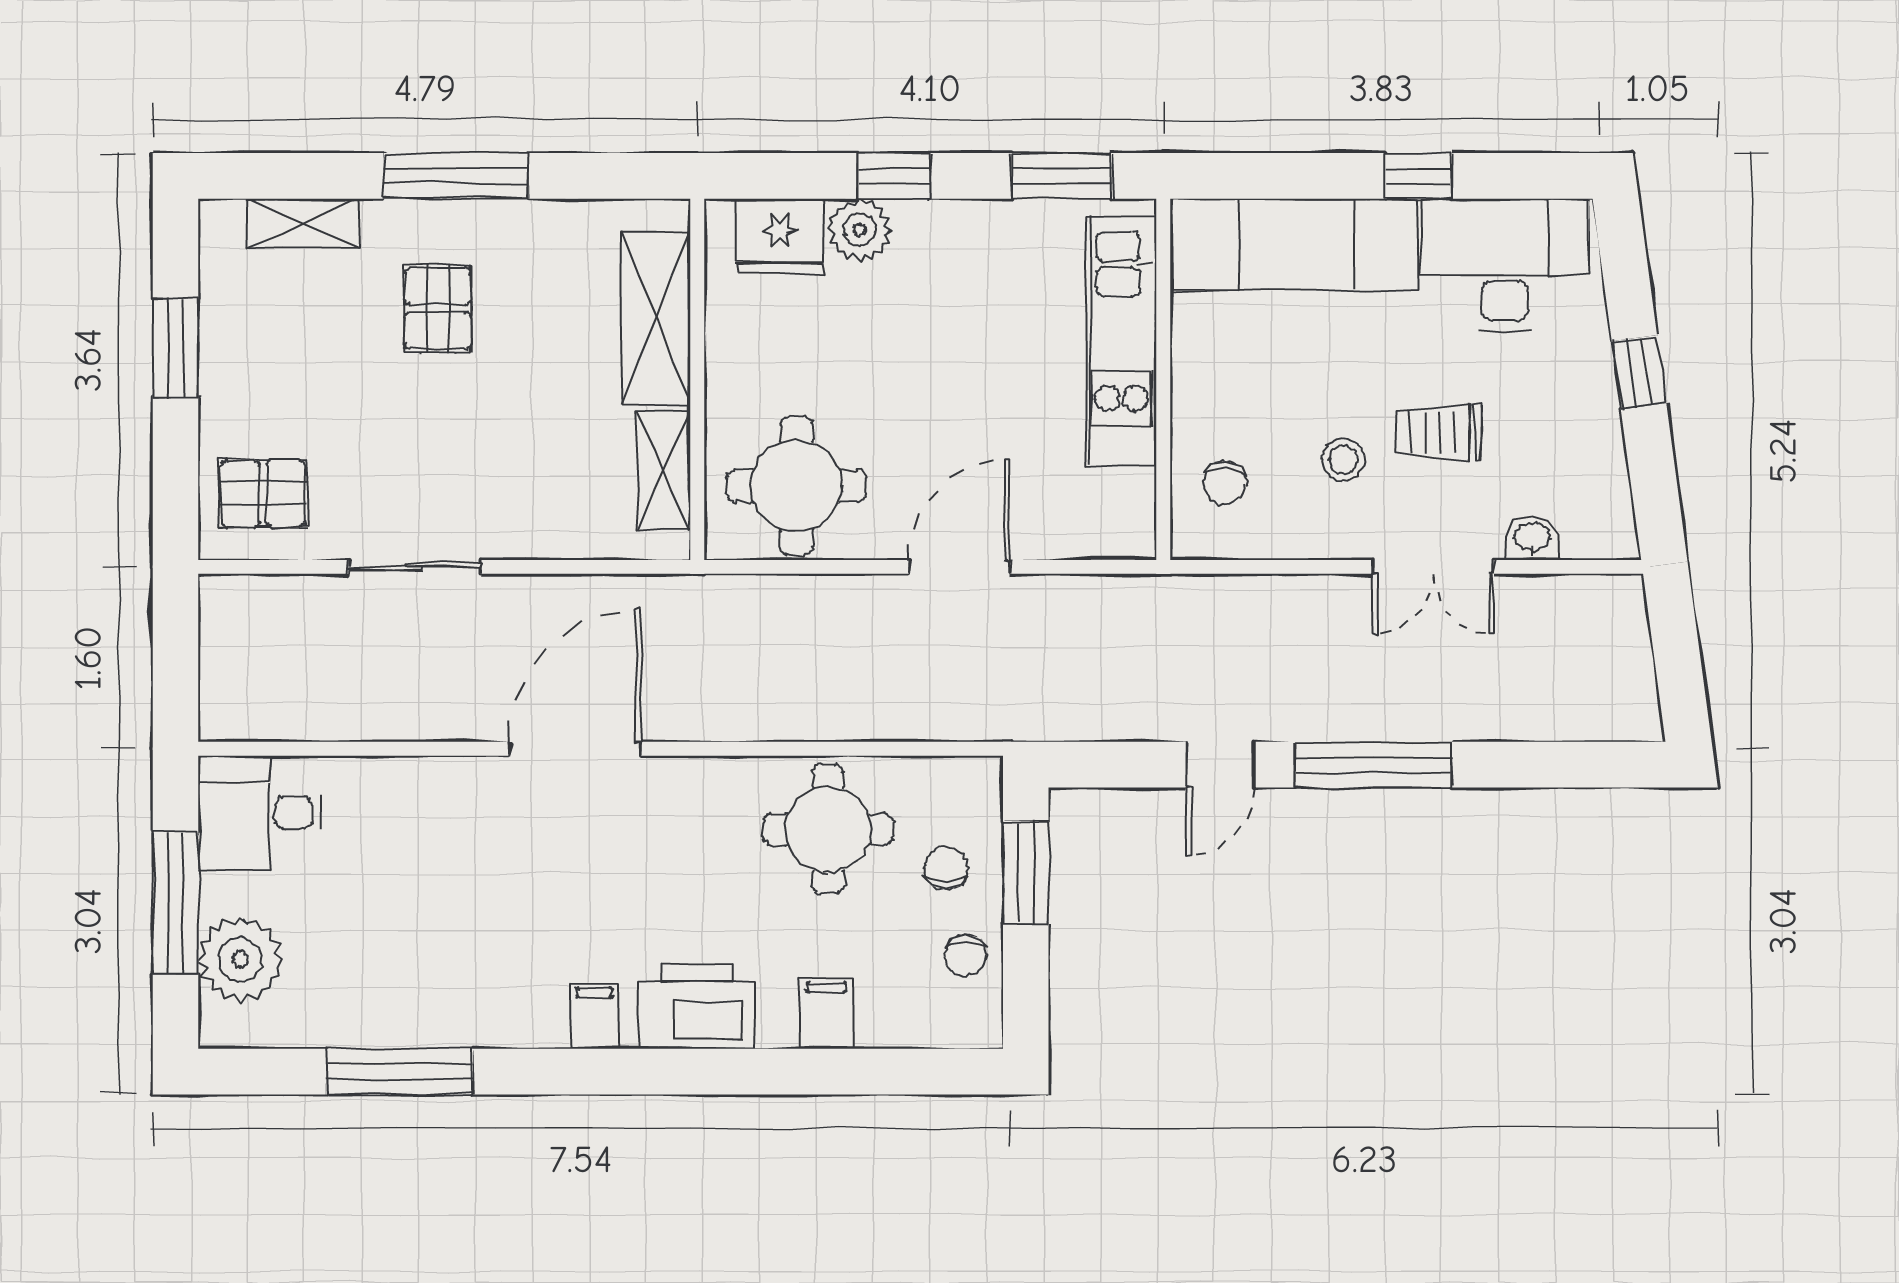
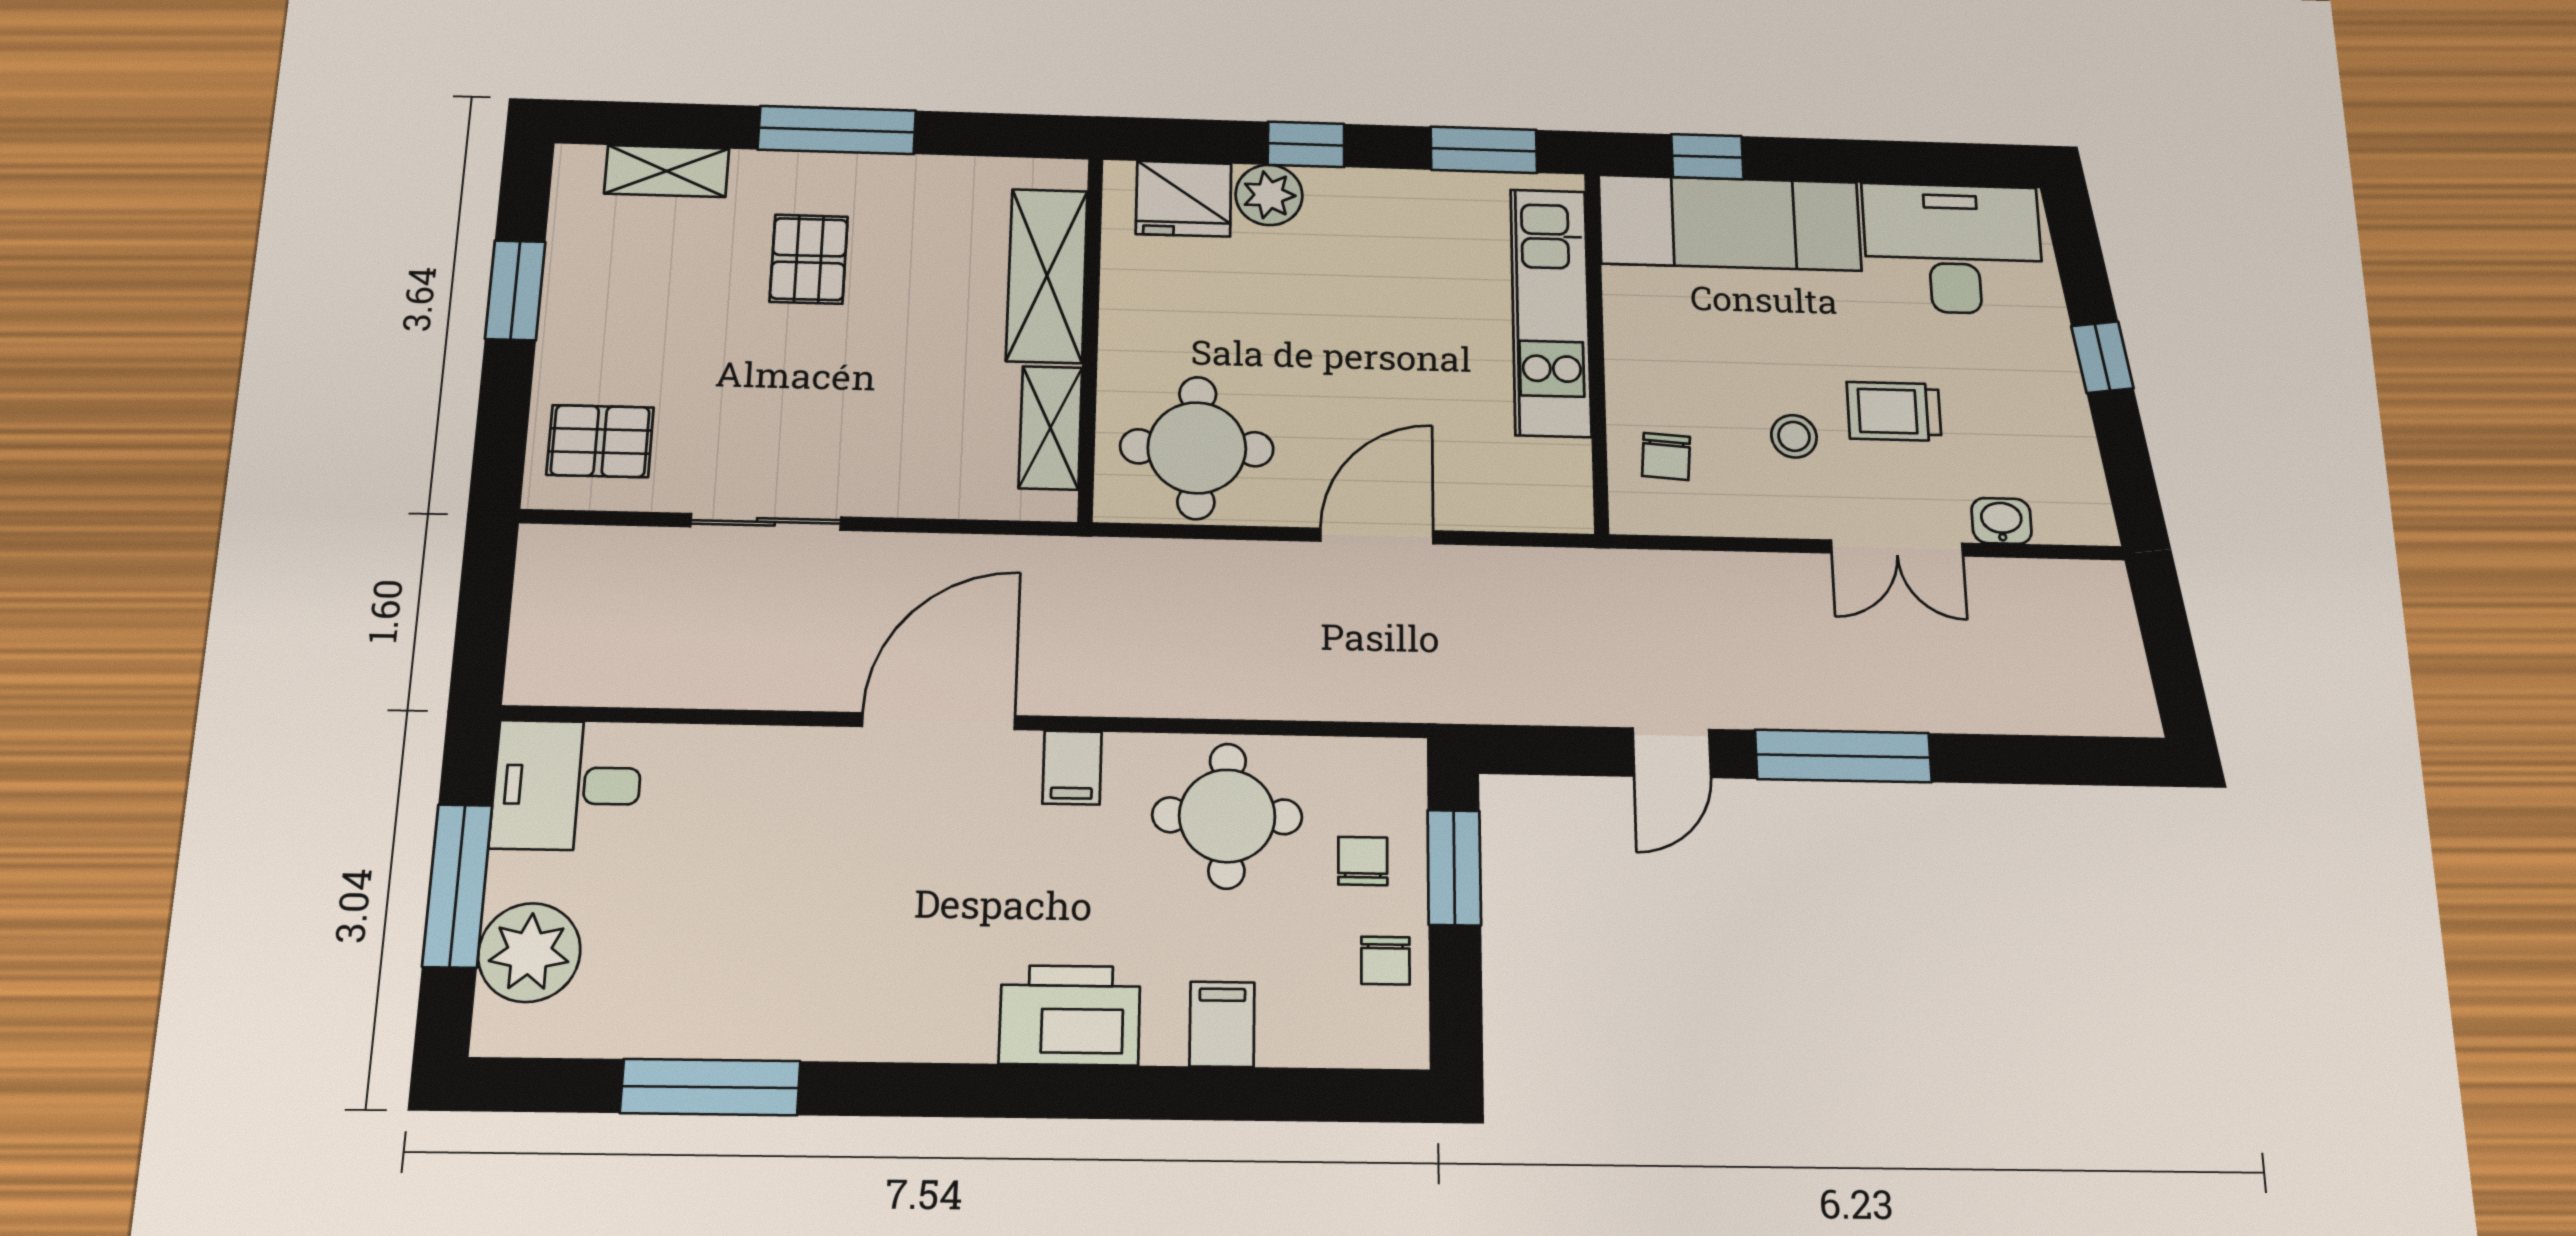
window: (1418, 176) -> (1707, 157), moved
filing cabinet: (594, 1016) -> (1072, 768), moved, turned 180

